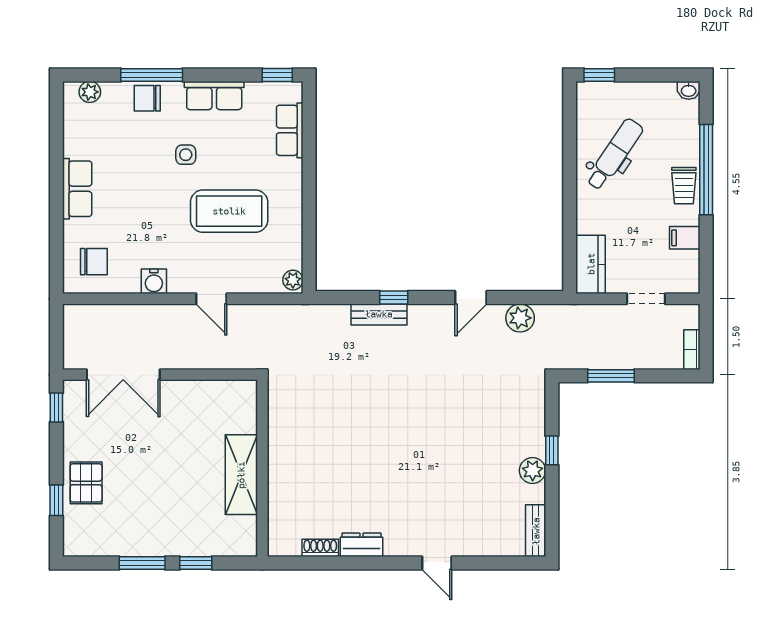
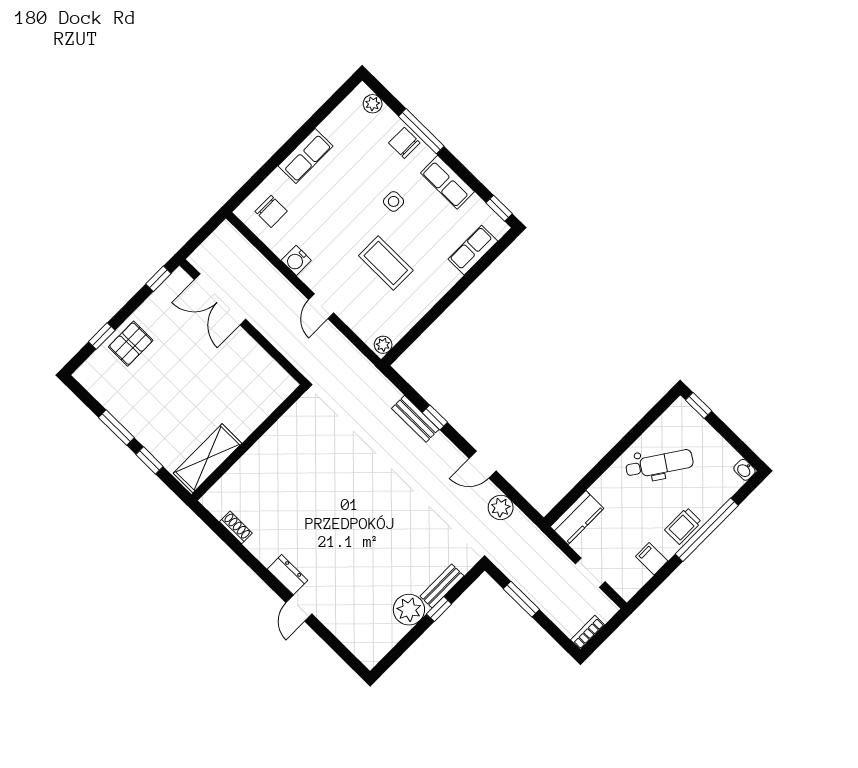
coffee table: (229, 211) -> (386, 263), width x0.73, depth x0.76
plant: (533, 470) -> (409, 610), width x1.36, depth x1.36
shelving: (241, 475) -> (208, 458), moved
bench: (536, 531) -> (442, 586), moved
dresser: (361, 545) -> (287, 575), moved

